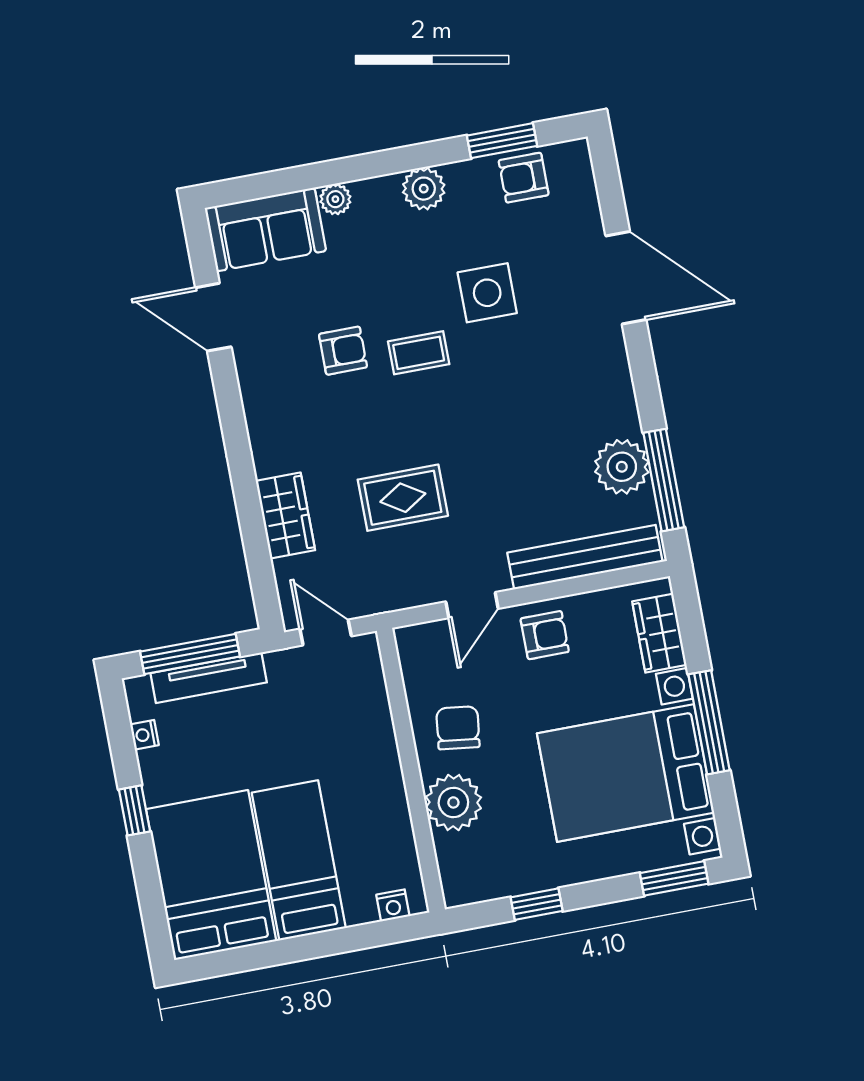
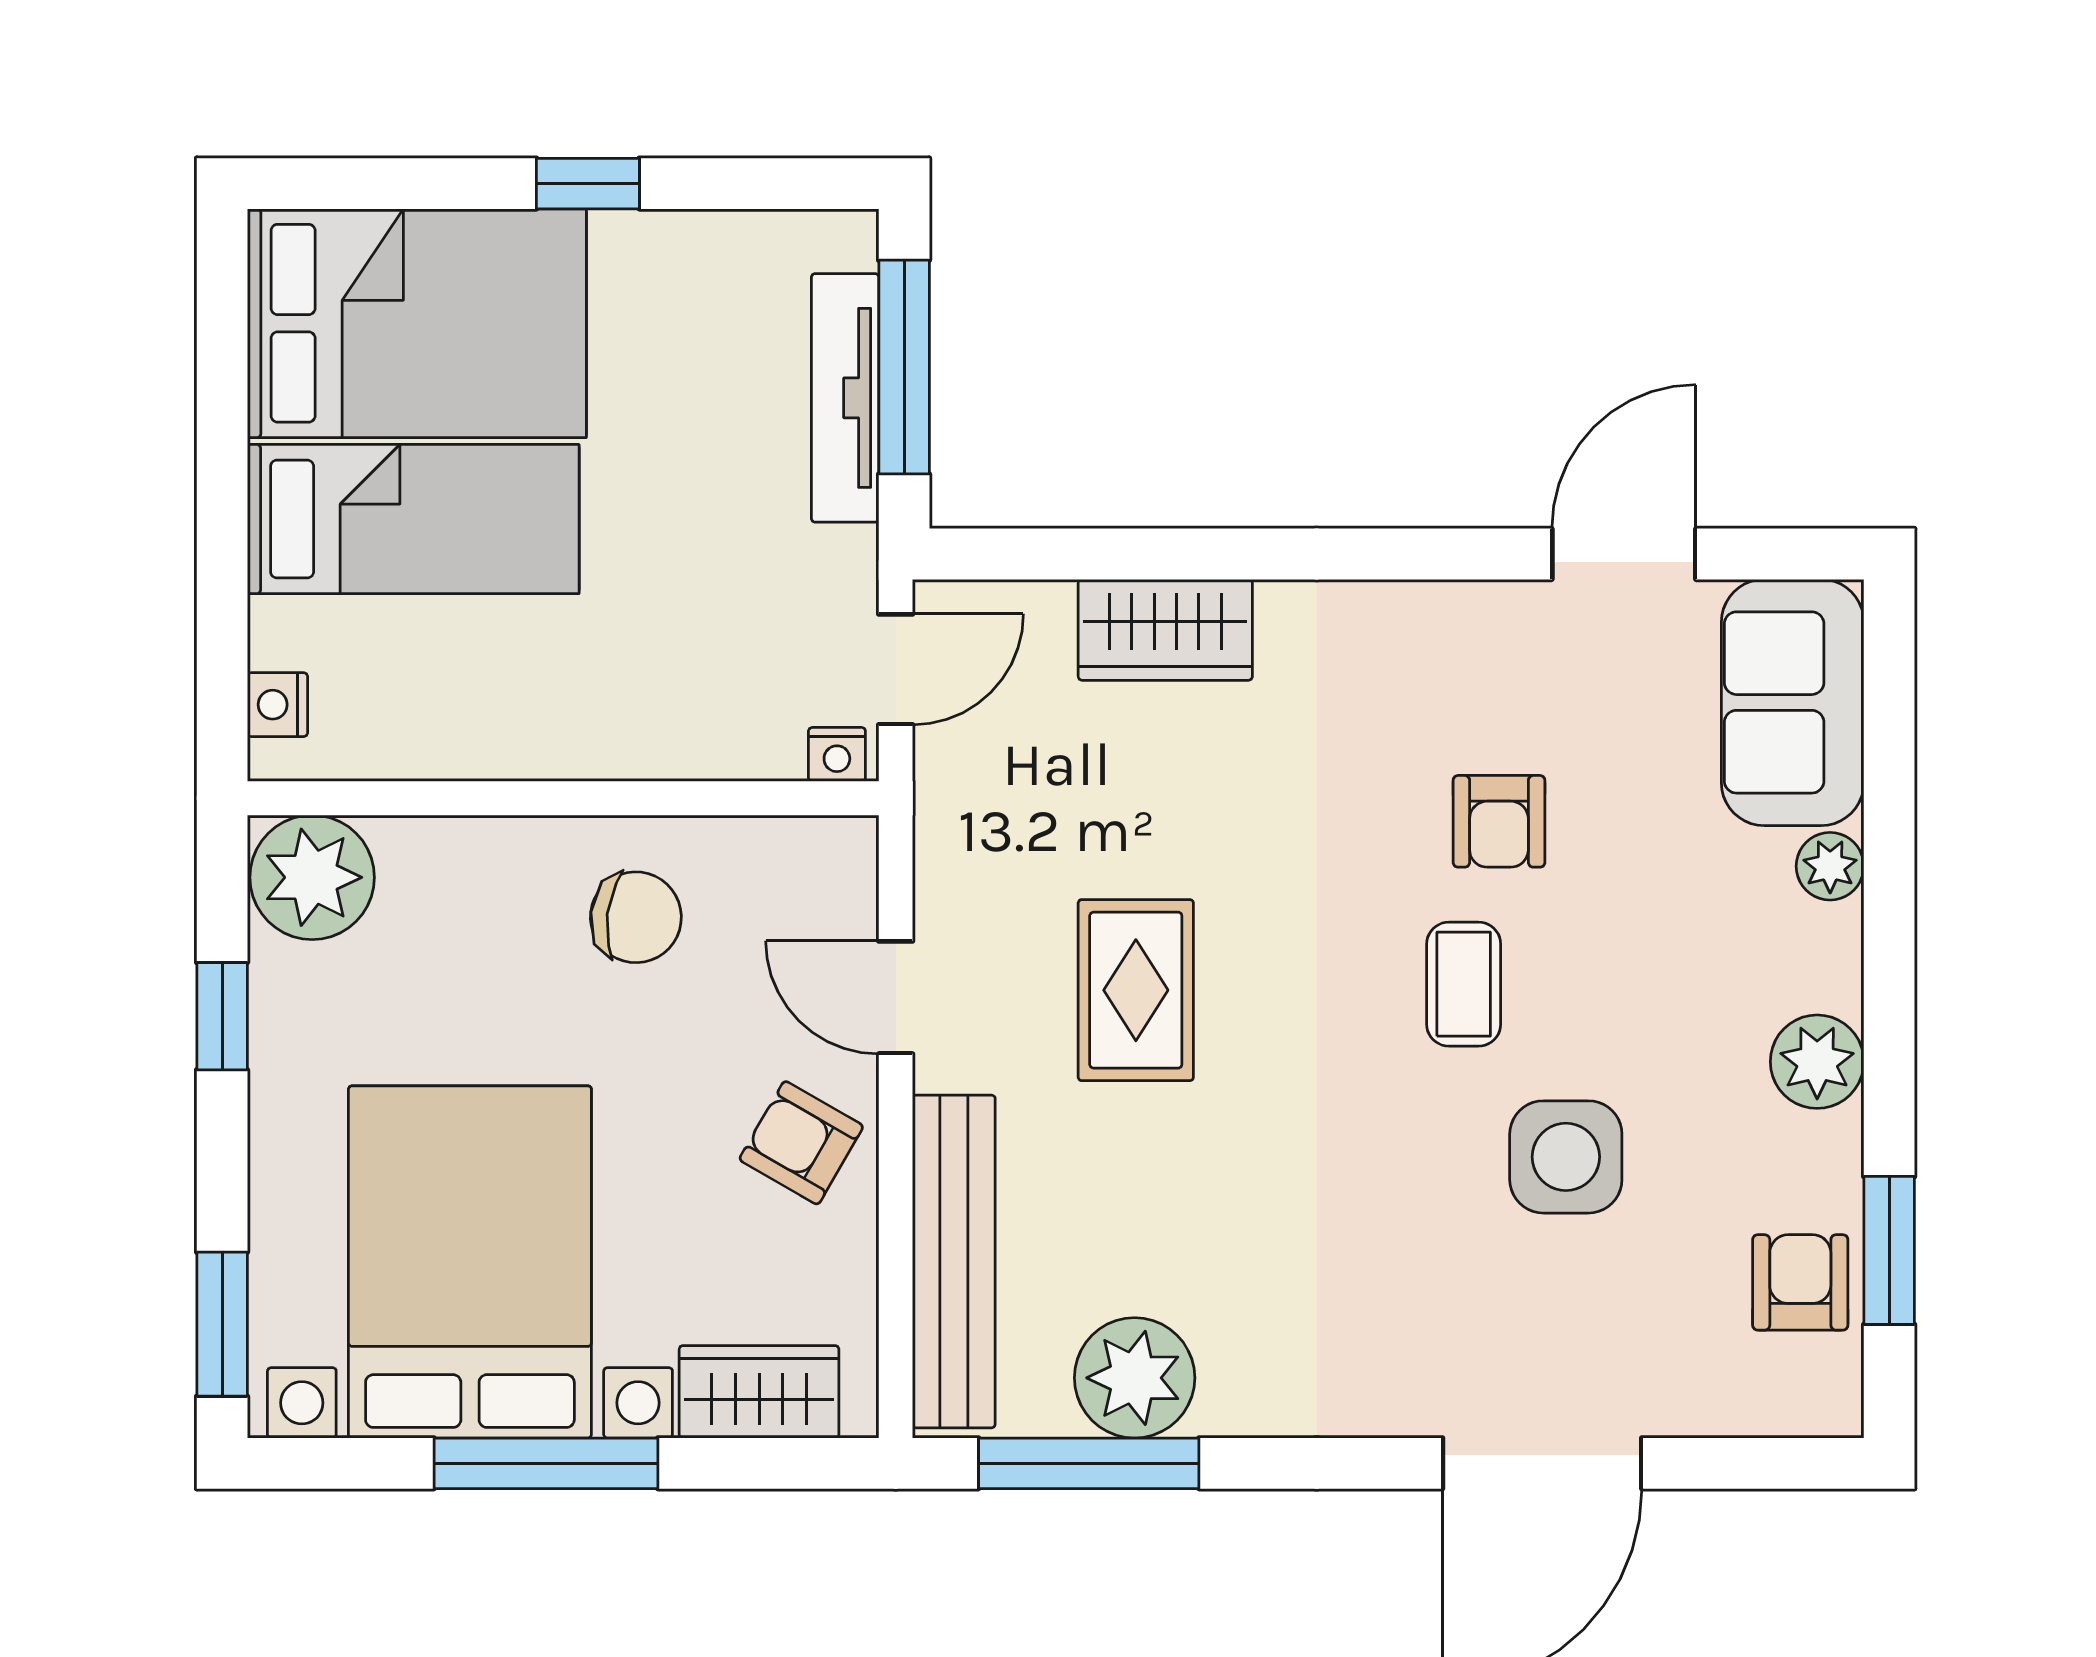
rug: (403, 498) -> (1136, 990), moved
armchair: (545, 635) -> (801, 1143), turned 120
nightstand: (144, 735) -> (837, 754), moved, turned 180
plant: (453, 802) -> (312, 877), moved

